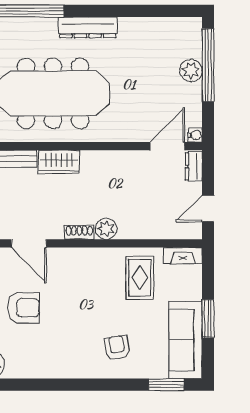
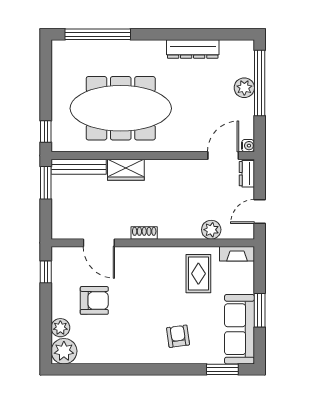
dresser: (88, 27) -> (193, 49), moved
plant: (106, 229) -> (211, 230), moved

